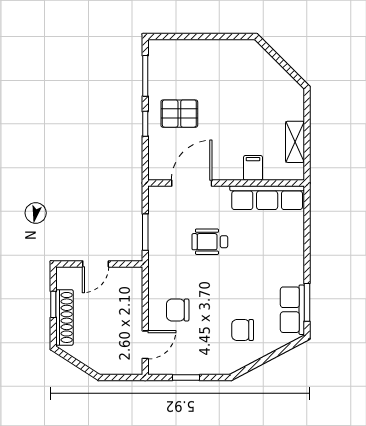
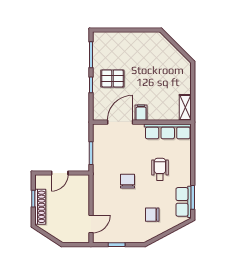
shelving: (295, 142) -> (185, 107), moved
filing cabinet: (253, 168) -> (141, 113), moved
wheelchair: (210, 242) -> (160, 169), moved, turned 90
chair: (178, 310) -> (127, 181), moved, turned 90

